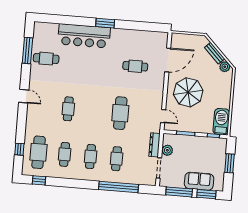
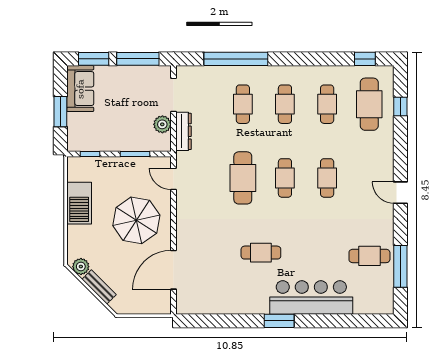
cafe table: (135, 66) -> (261, 253), moved
cafe table: (94, 111) -> (285, 178), added
barbecue: (221, 122) -> (79, 203), moved
sofa: (199, 181) -> (80, 89), moved, turned -90

